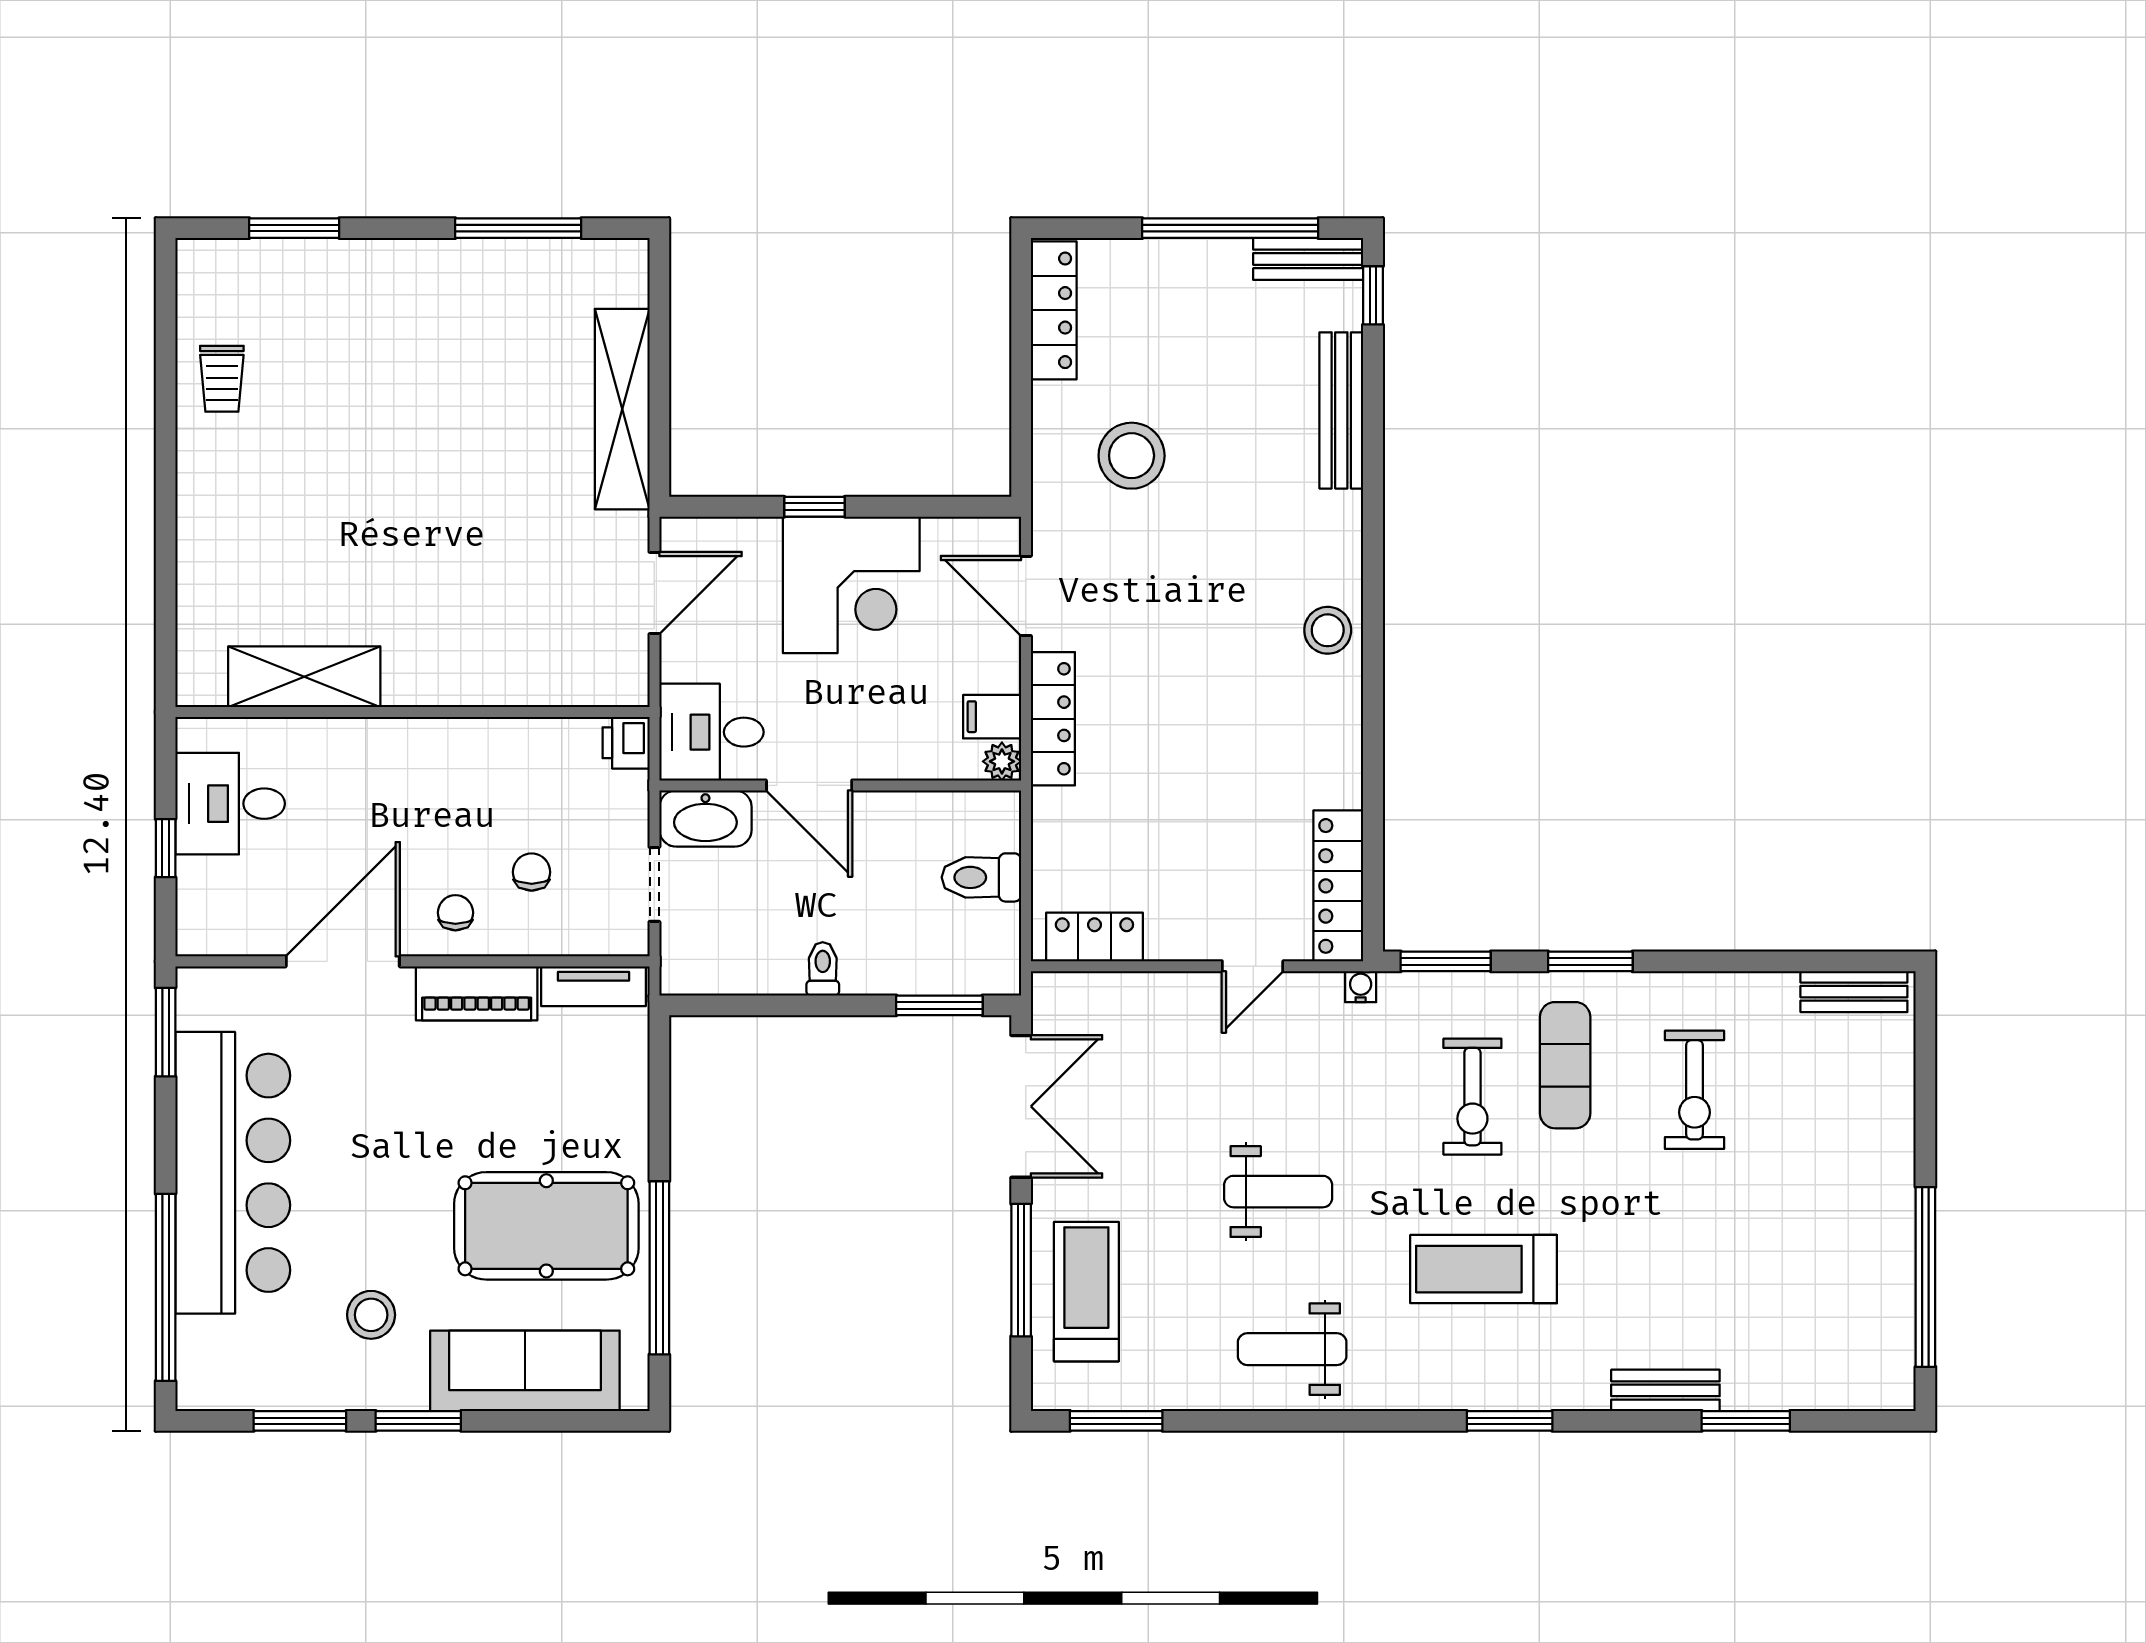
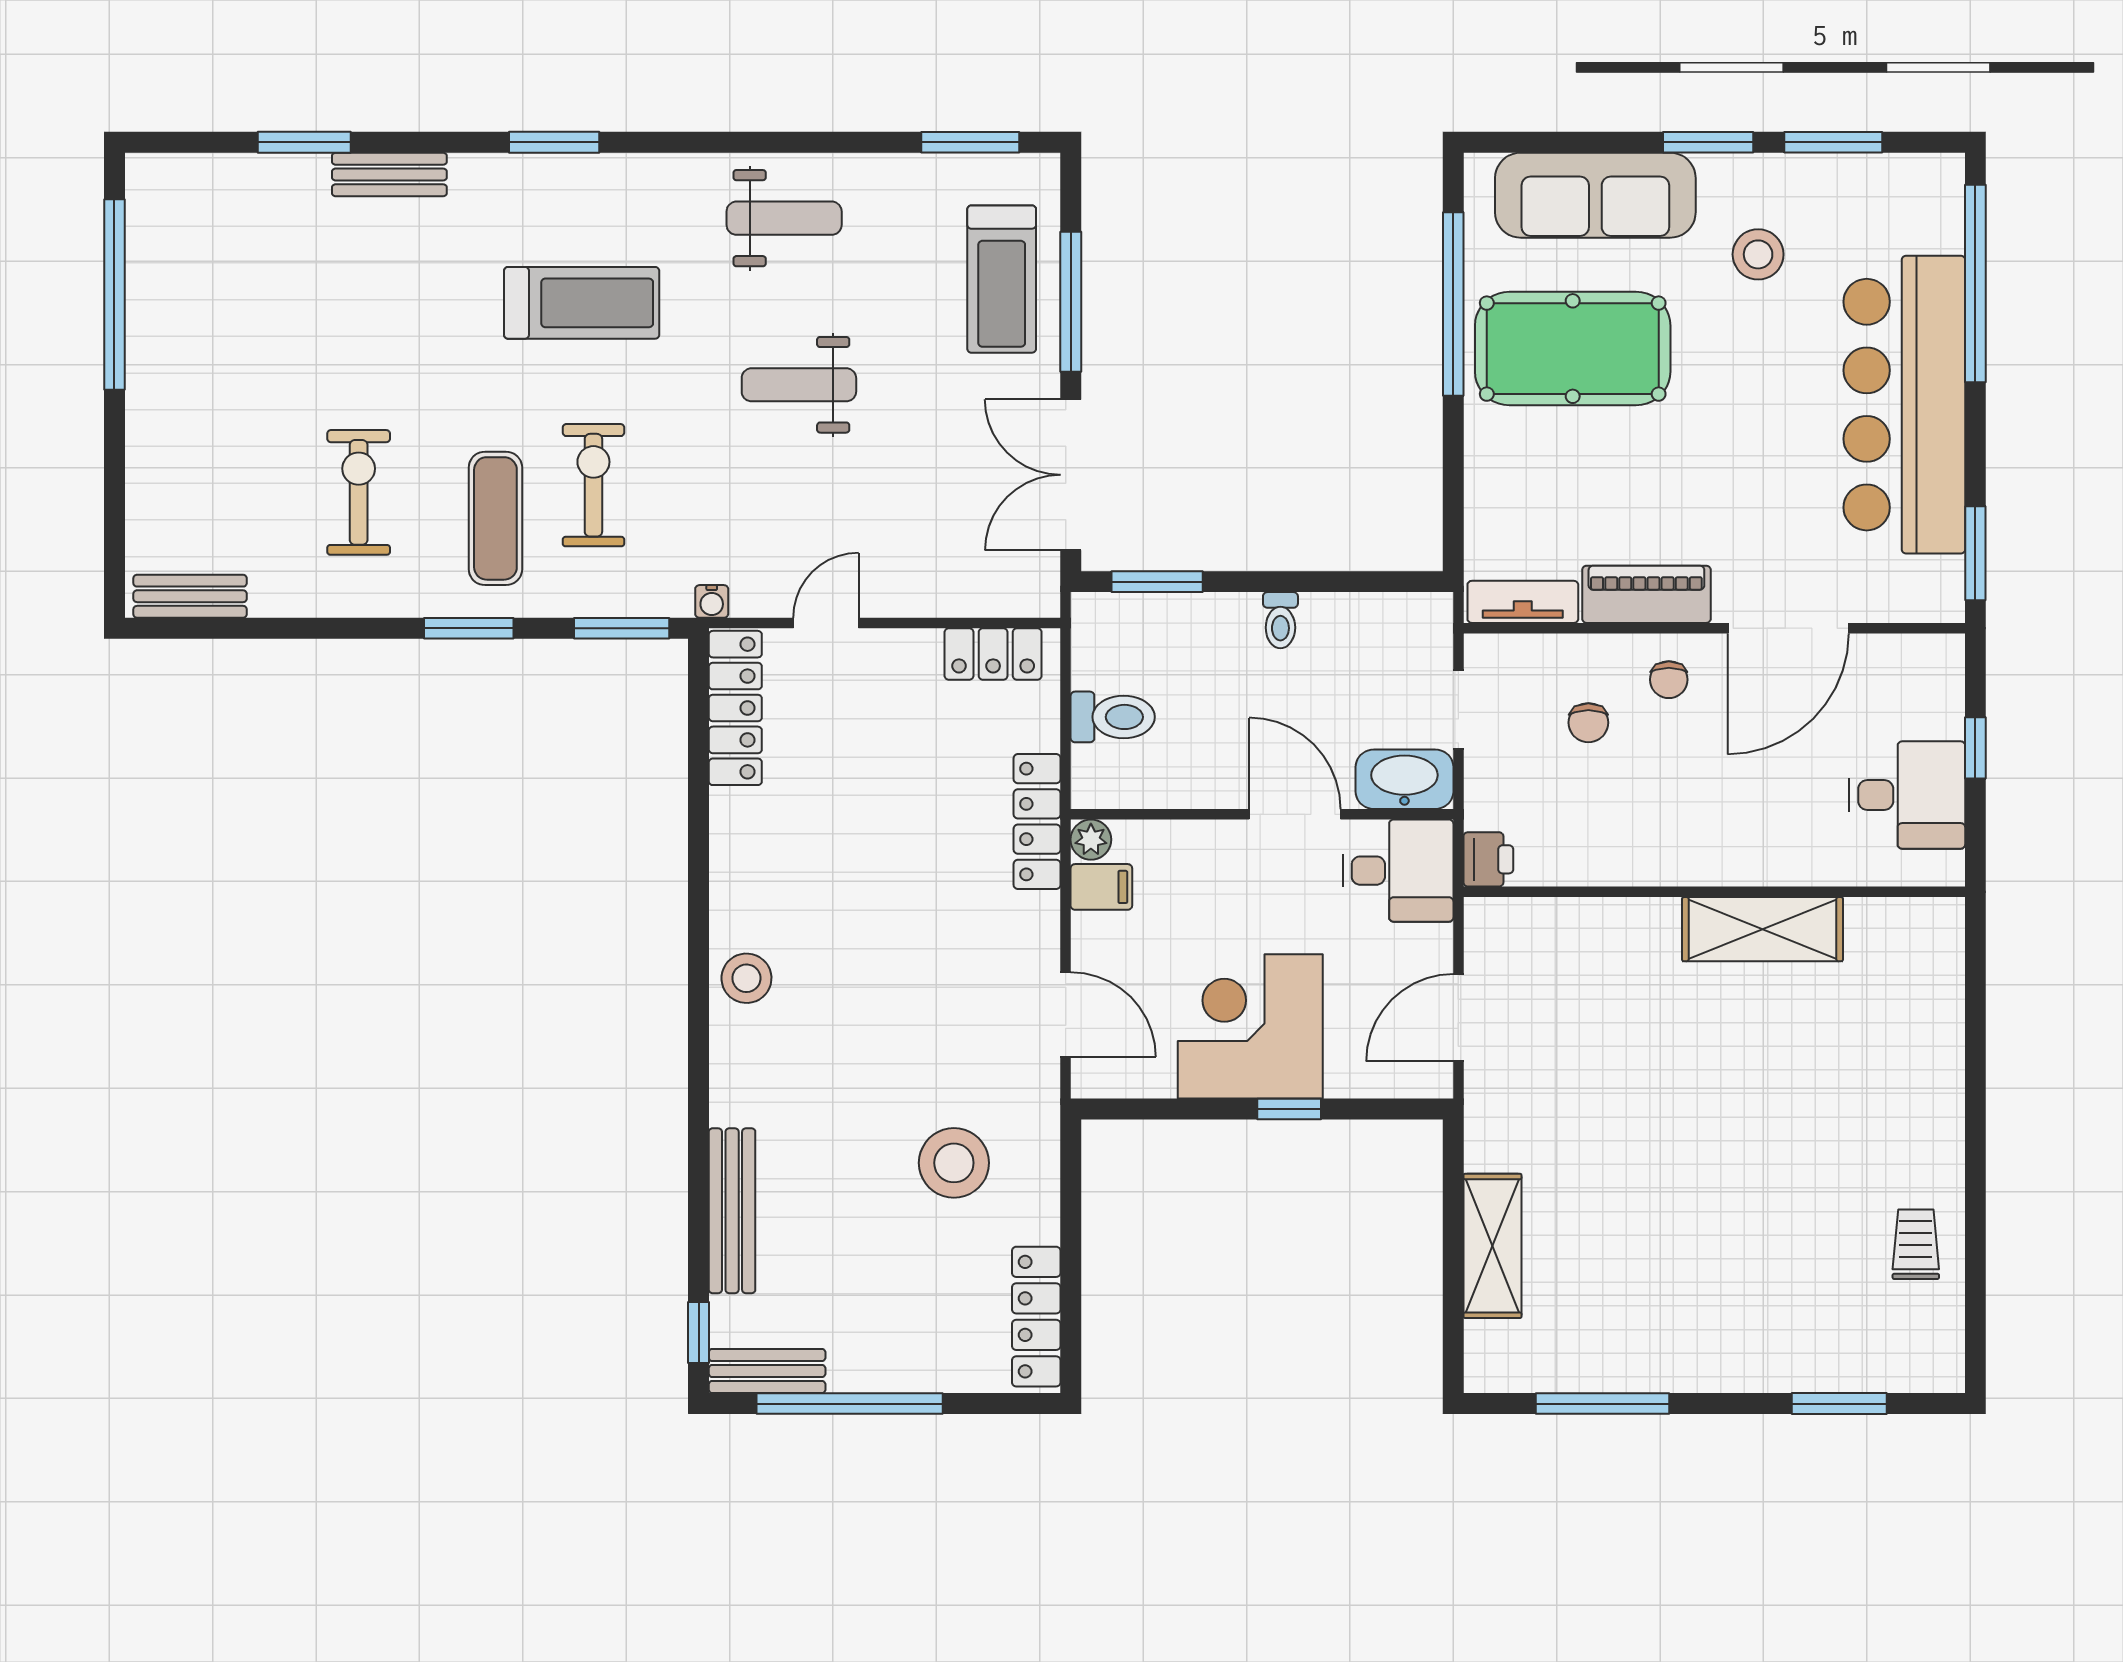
shelving: (622, 409) -> (1493, 1246), width x0.68
shelving: (304, 677) -> (1763, 929), moved
locker: (1053, 719) -> (1037, 822), moved

